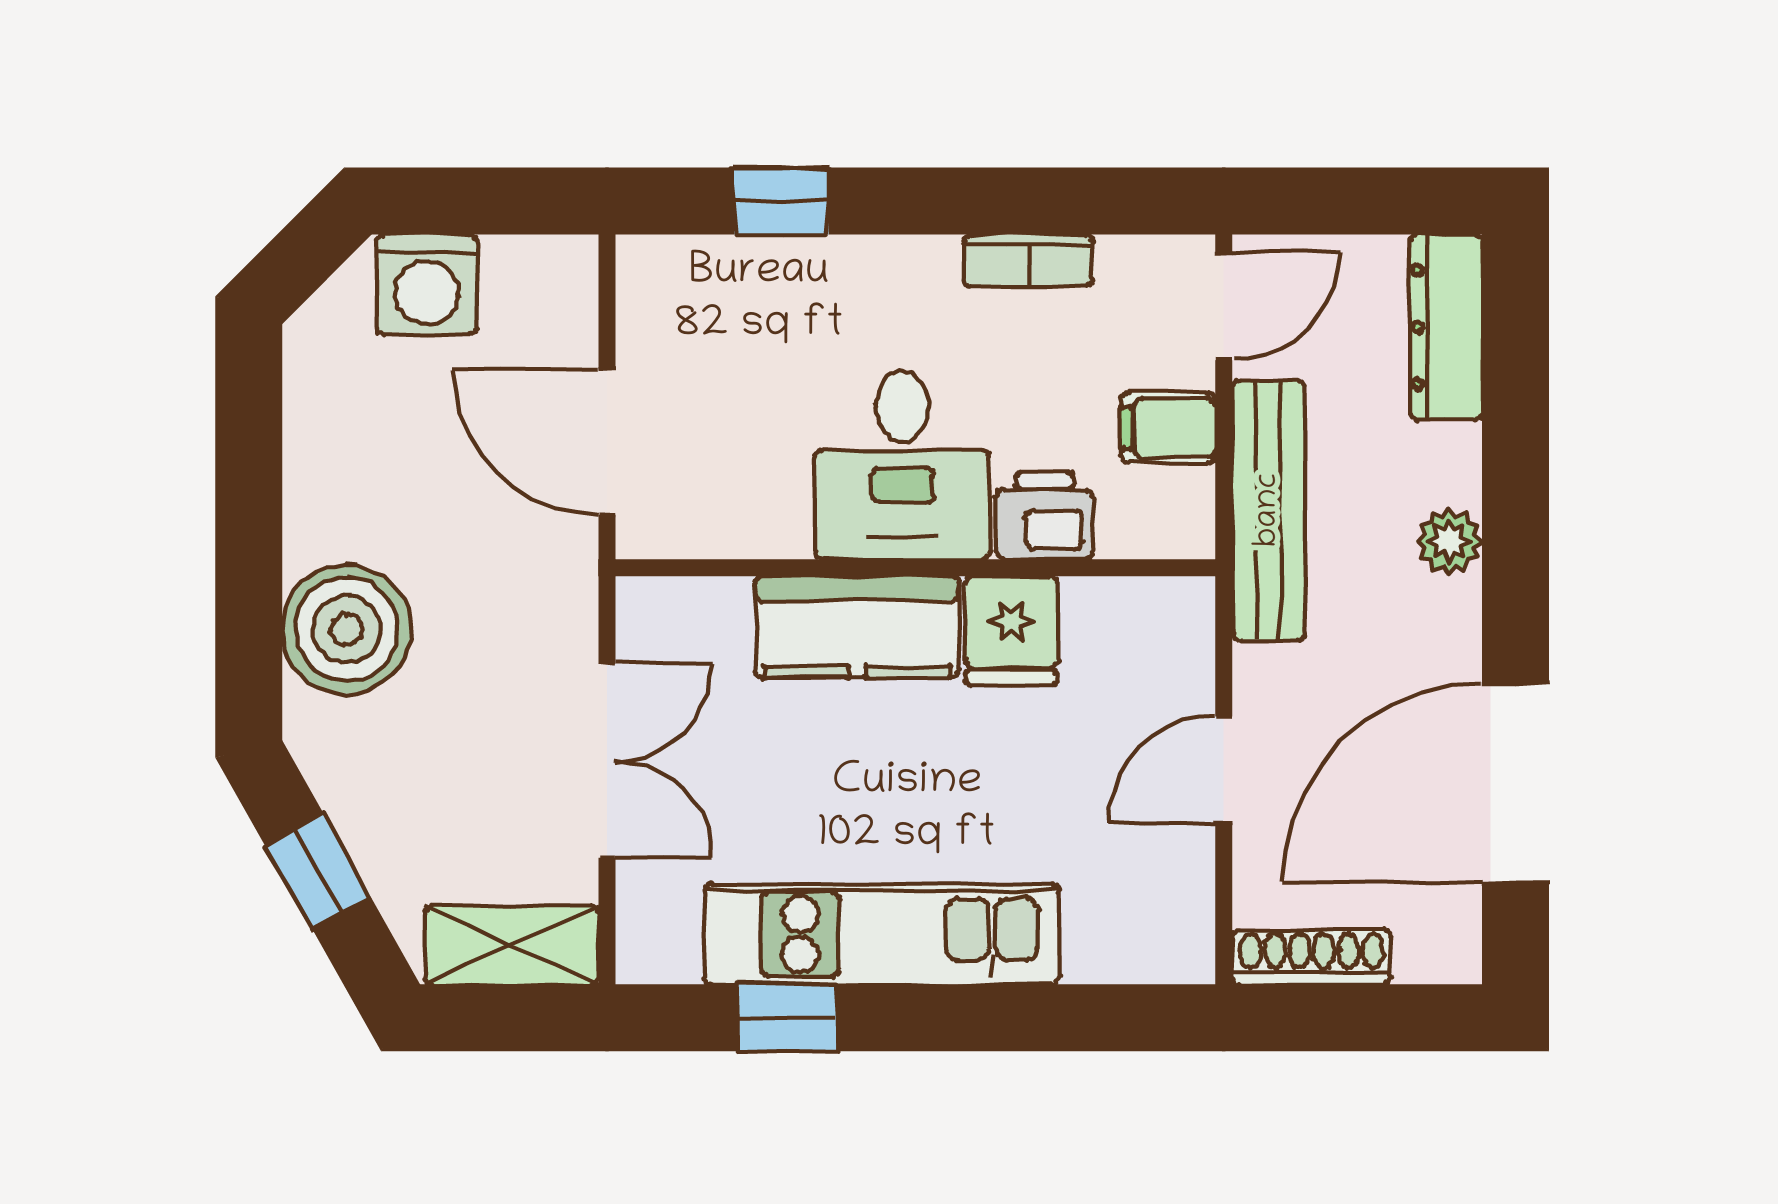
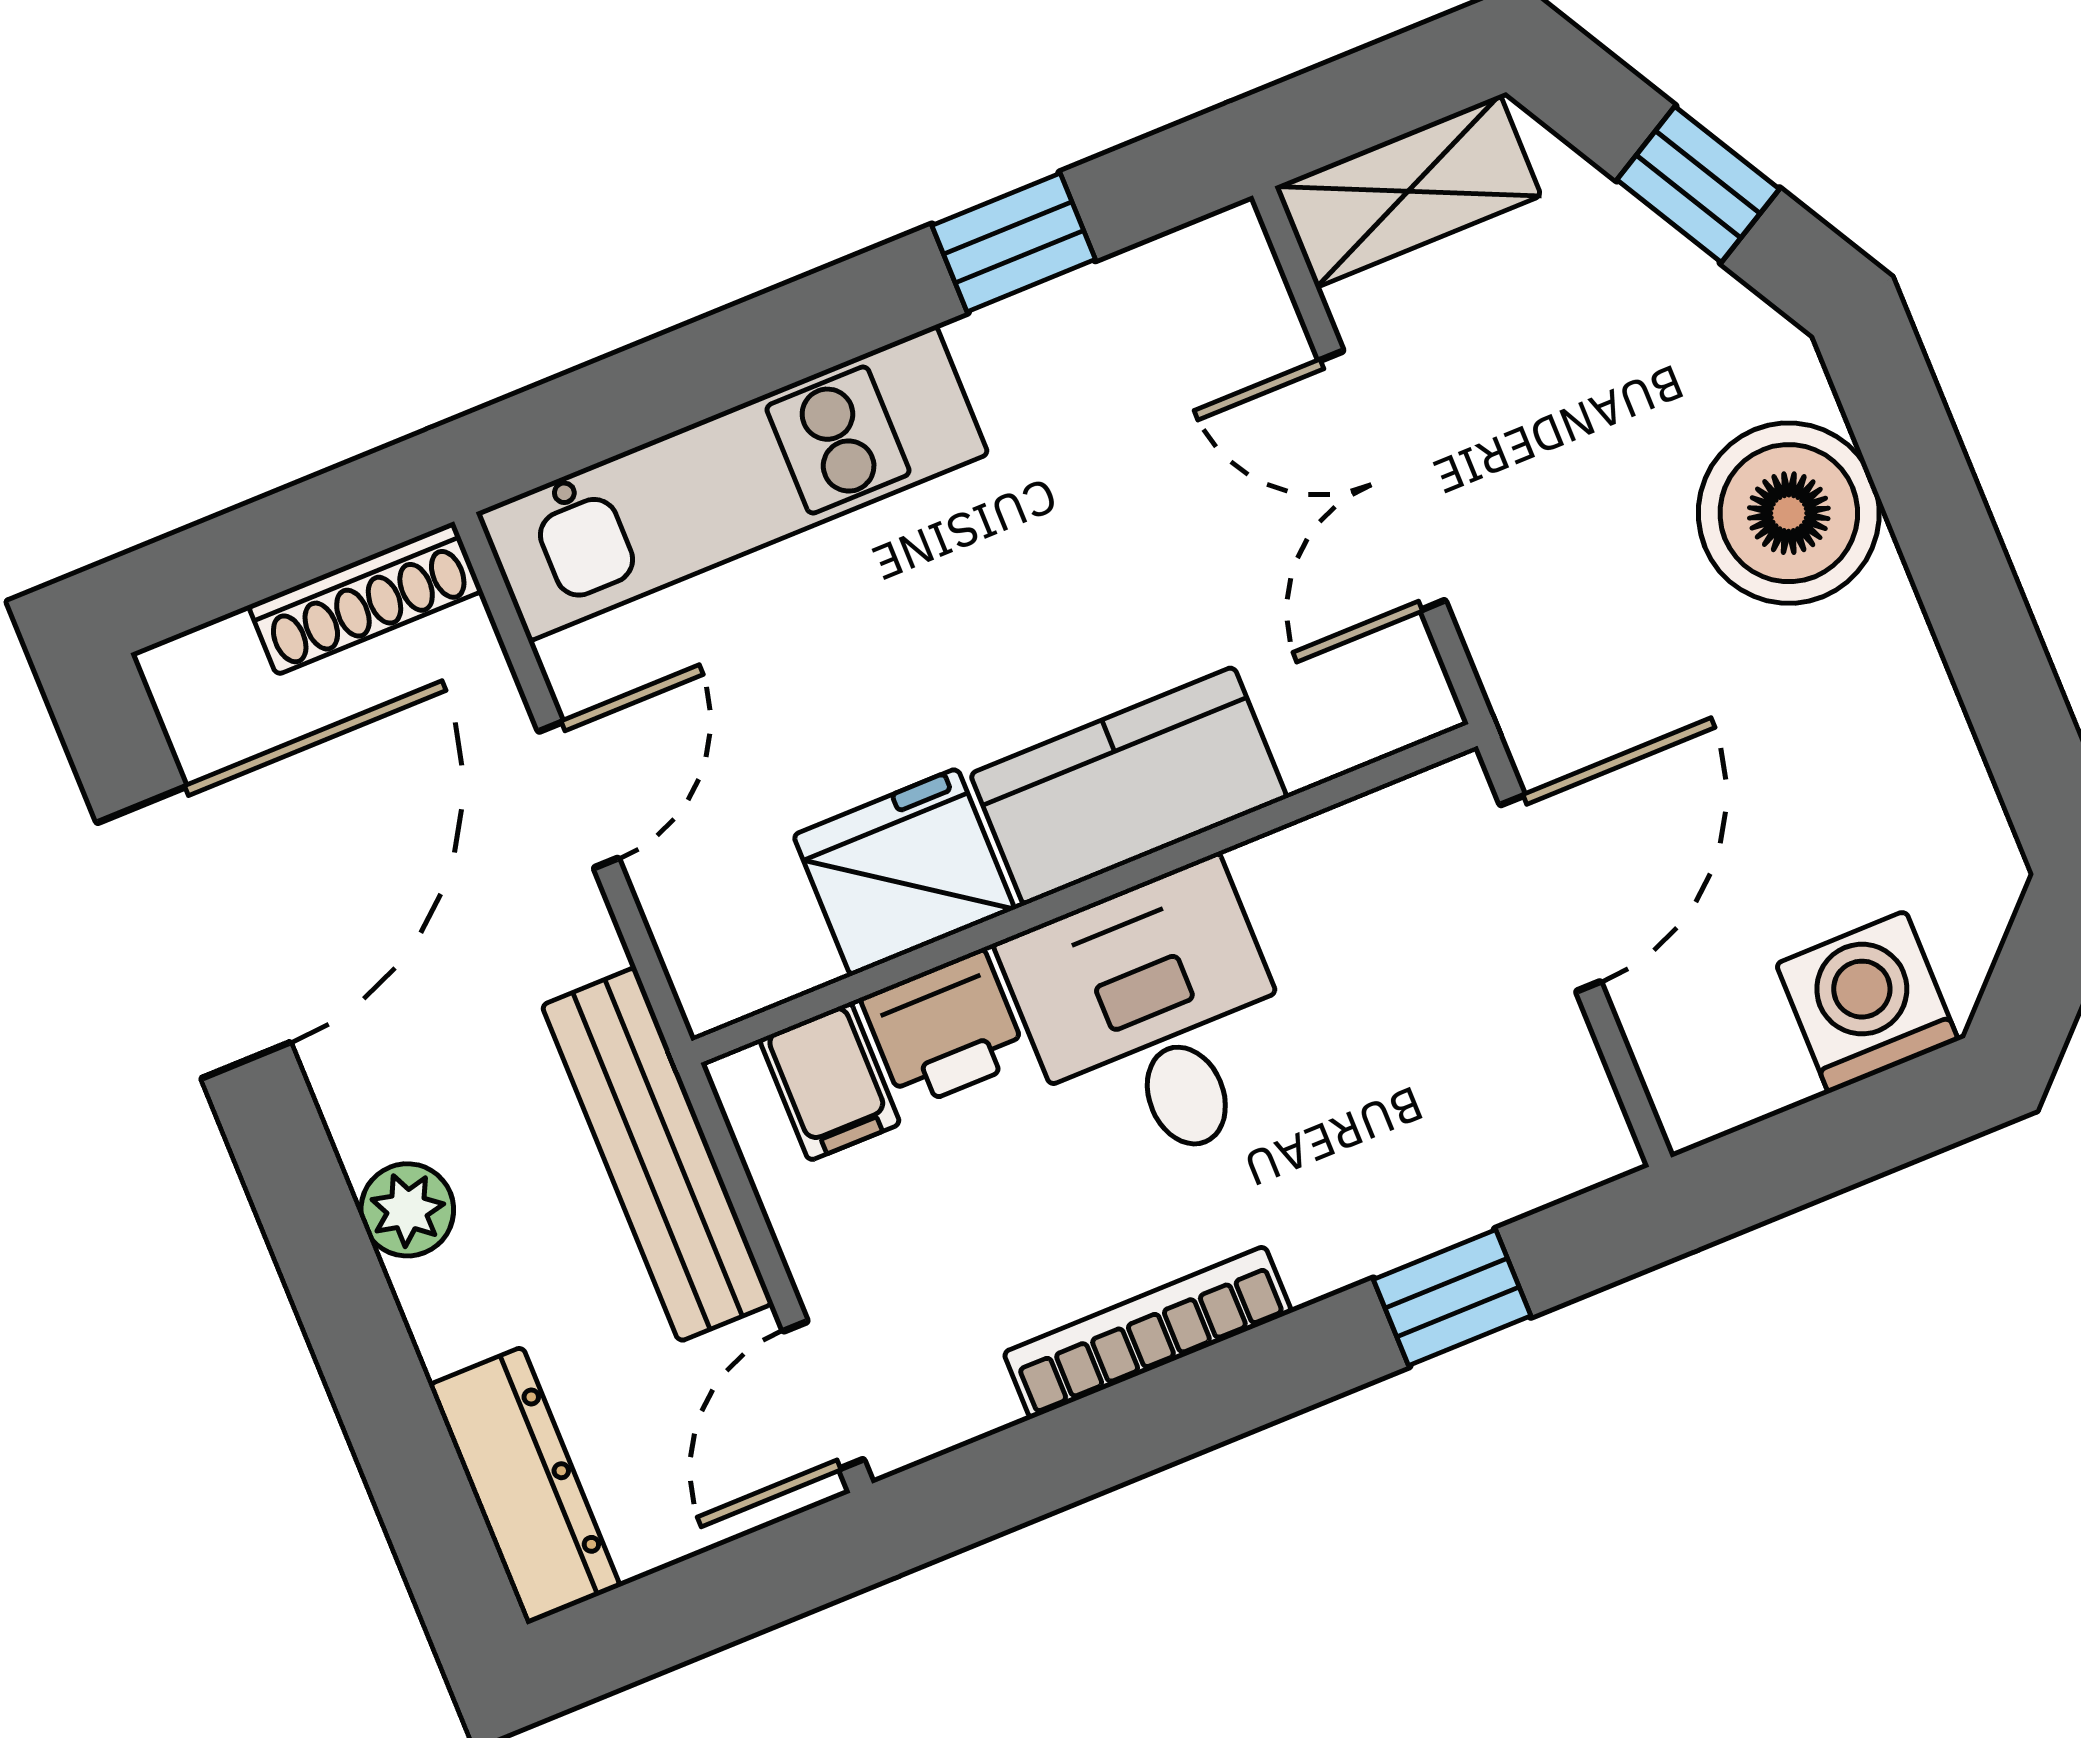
bookcase: (1029, 260) -> (1148, 1332), width x1.56
filing cabinet: (1168, 428) -> (830, 1082), moved, turned 90
door: (607, 442) -> (1550, 893), hinge flipped
fridge: (1011, 631) -> (904, 872), width x1.38
kitchen unit: (882, 934) -> (732, 483), moved

